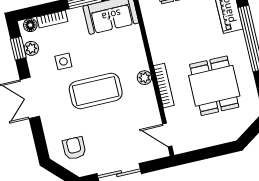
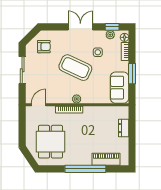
dining table: (214, 86) -> (50, 142), moved, turned 90
coffee table: (96, 91) -> (75, 68), turned -65

